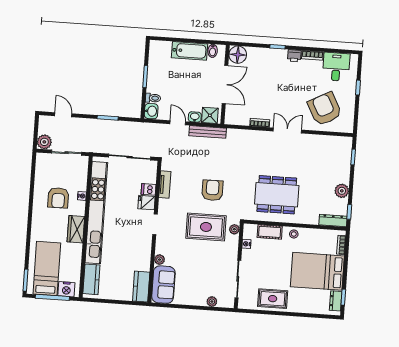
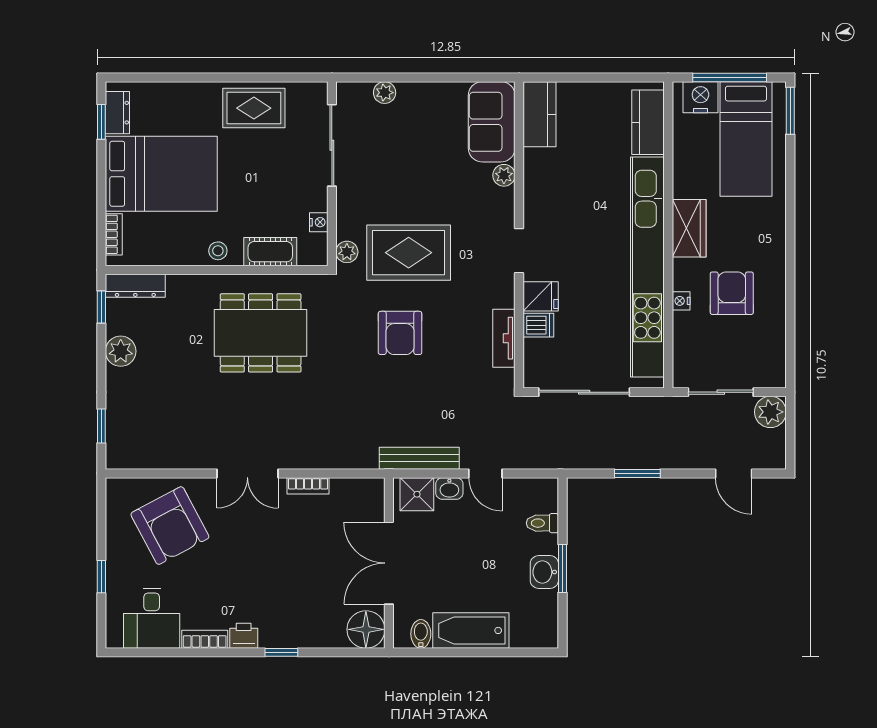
washbasin: (151, 111) -> (544, 572), moved

